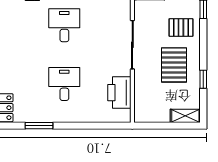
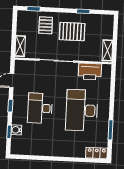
desk: (64, 25) -> (40, 108), width x1.37
desk: (64, 84) -> (82, 110), width x1.87, depth x1.30
shelving: (185, 116) -> (107, 50), moved

